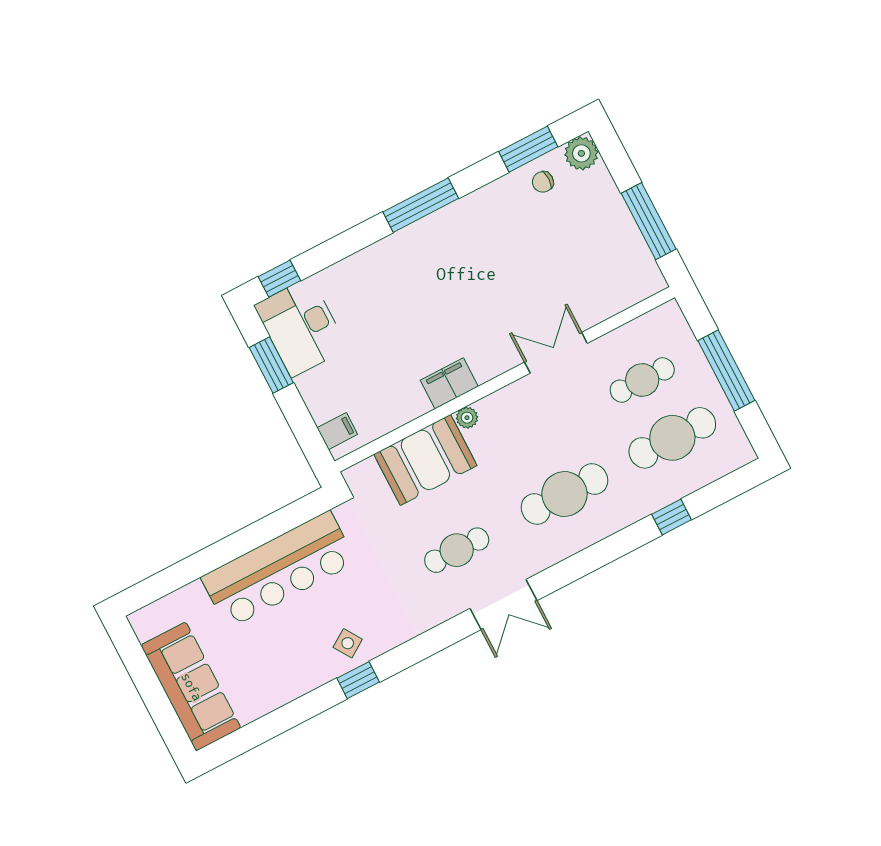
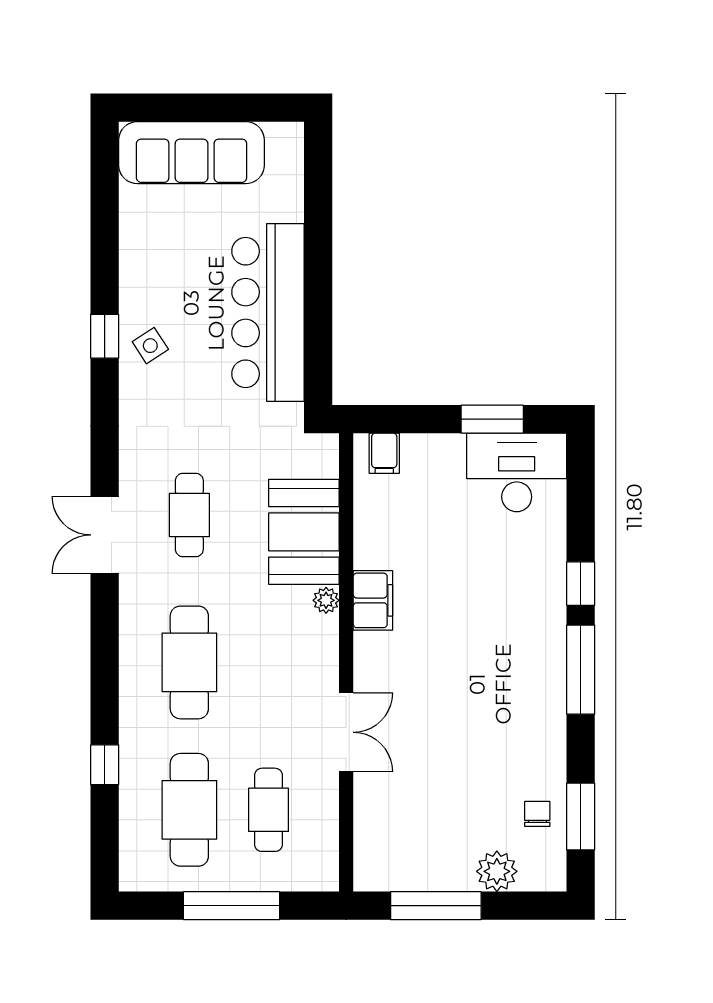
plant: (581, 153) -> (497, 871), moved
window: (279, 279) -> (581, 584), moved

